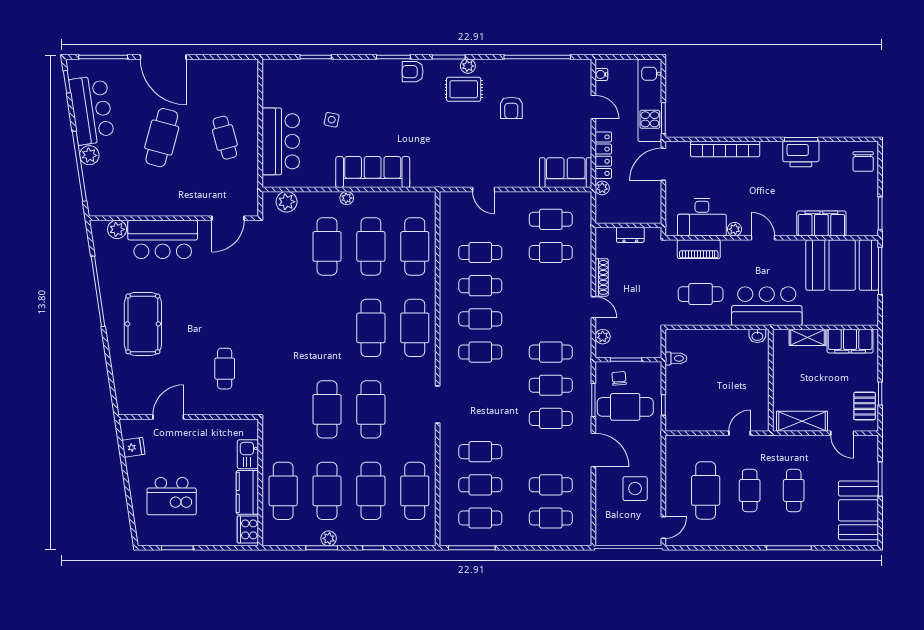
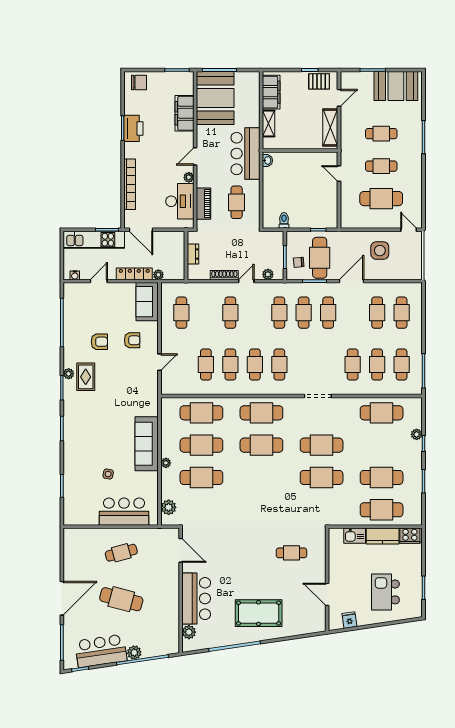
armchair: (413, 72) -> (132, 340), moved, turned -90
cafe table: (551, 252) -> (230, 313), moved
cafe table: (371, 491) -> (382, 445), removed
kitchen island: (172, 496) -> (385, 592), turned 180
plant: (329, 538) -> (417, 434), moved

